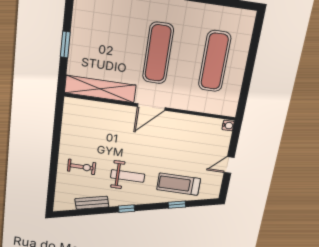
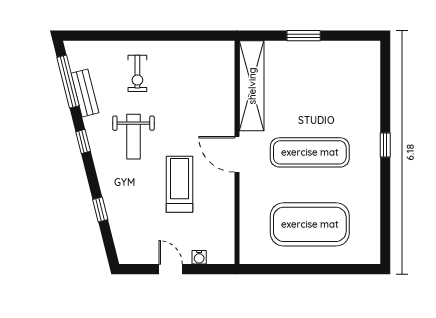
exercise mat: (215, 61) -> (310, 224), width x1.47
water cooler: (228, 125) -> (199, 257), moved
treadmill: (179, 184) -> (179, 184), moved
window: (82, 212) -> (68, 82), added

